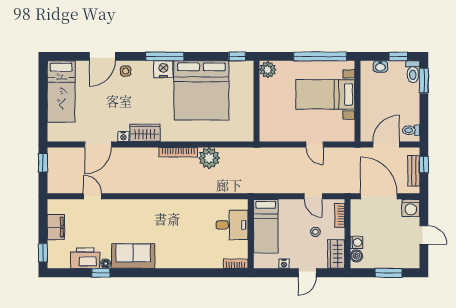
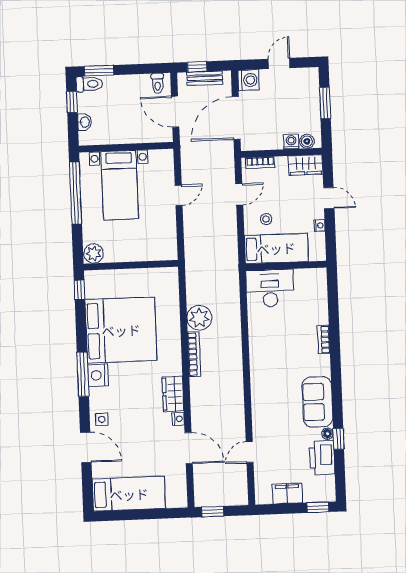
desk: (232, 225) -> (270, 288), width x1.37
stool: (315, 232) -> (266, 219), moved
bookcase: (236, 264) -> (324, 340), moved

